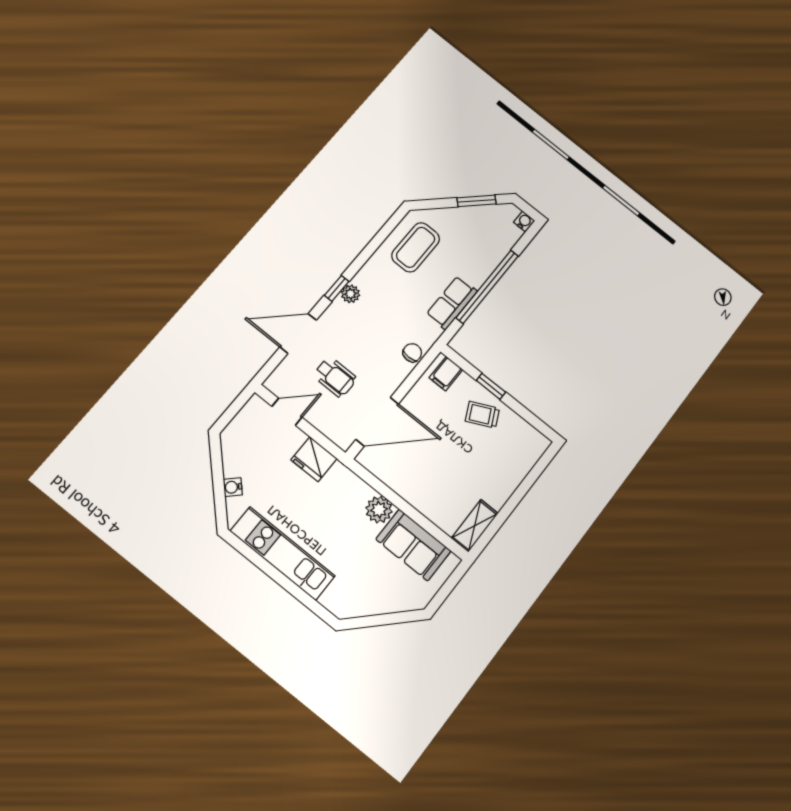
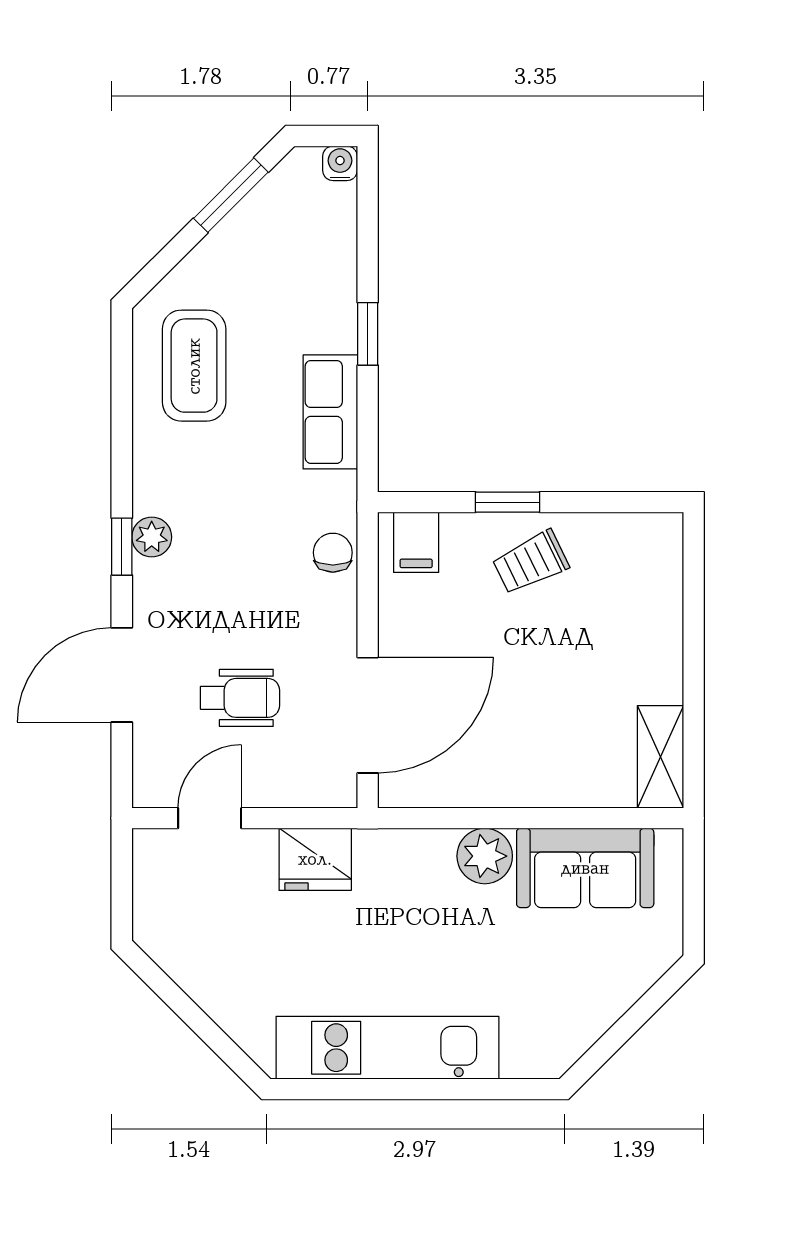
window: (487, 287) -> (368, 334), width x0.32
water cooler: (233, 487) -> (224, 1007), removed

